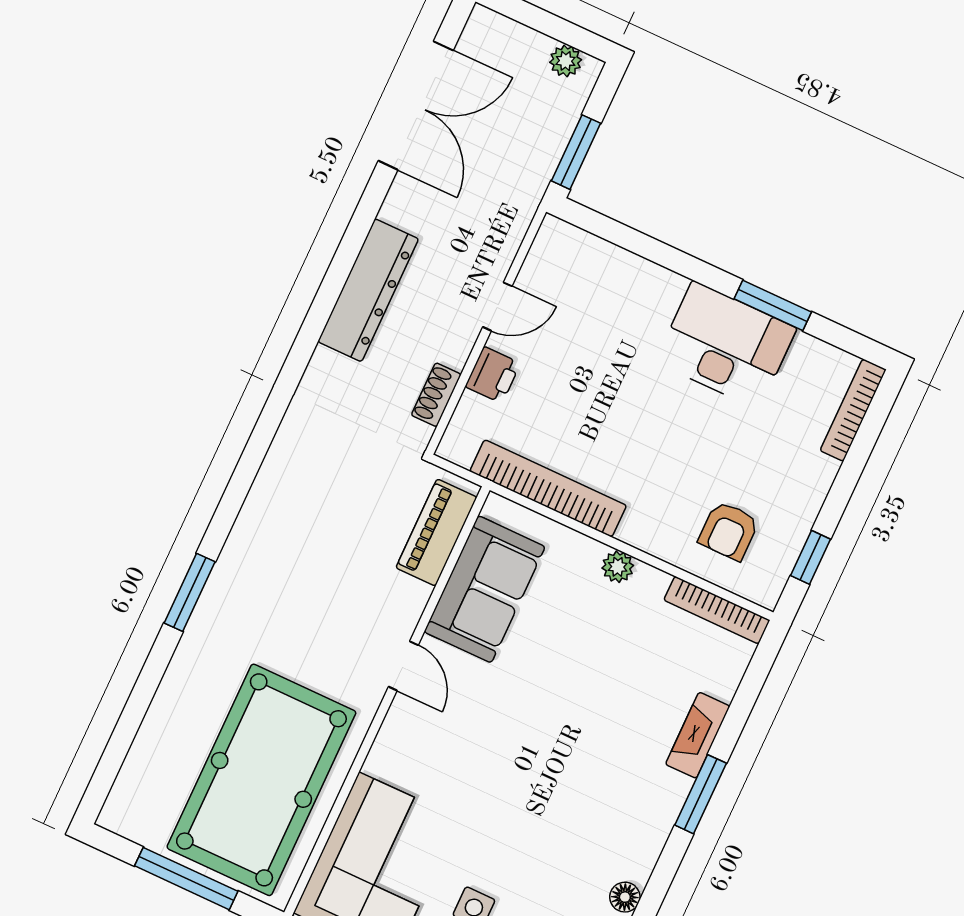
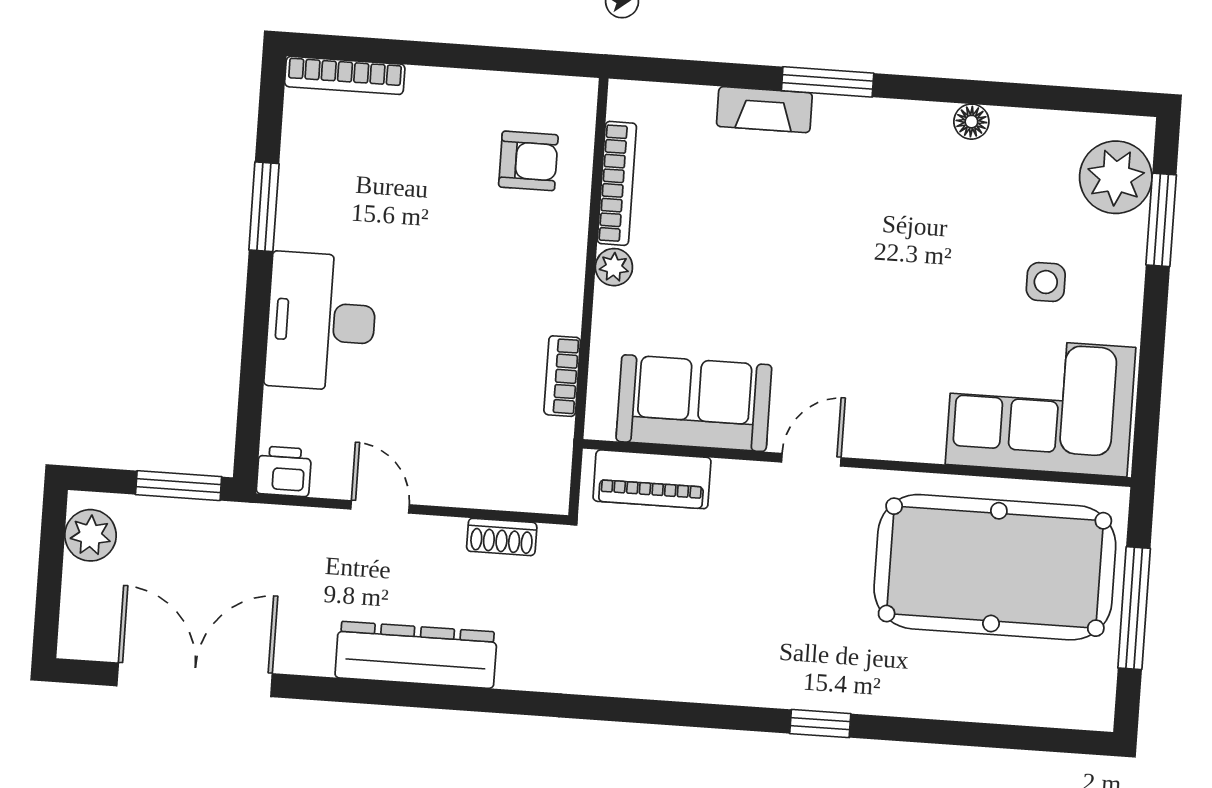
plant: (566, 61) -> (90, 535), width x1.38, depth x1.38
desk: (726, 345) -> (321, 322), moved
printer: (493, 375) -> (284, 471), moved
bookcase: (548, 488) -> (562, 376), width x0.43, depth x0.76
window: (810, 557) -> (523, 61), removed
window: (190, 592) -> (820, 724), width x0.67
bookcase: (717, 610) -> (617, 183), moved

